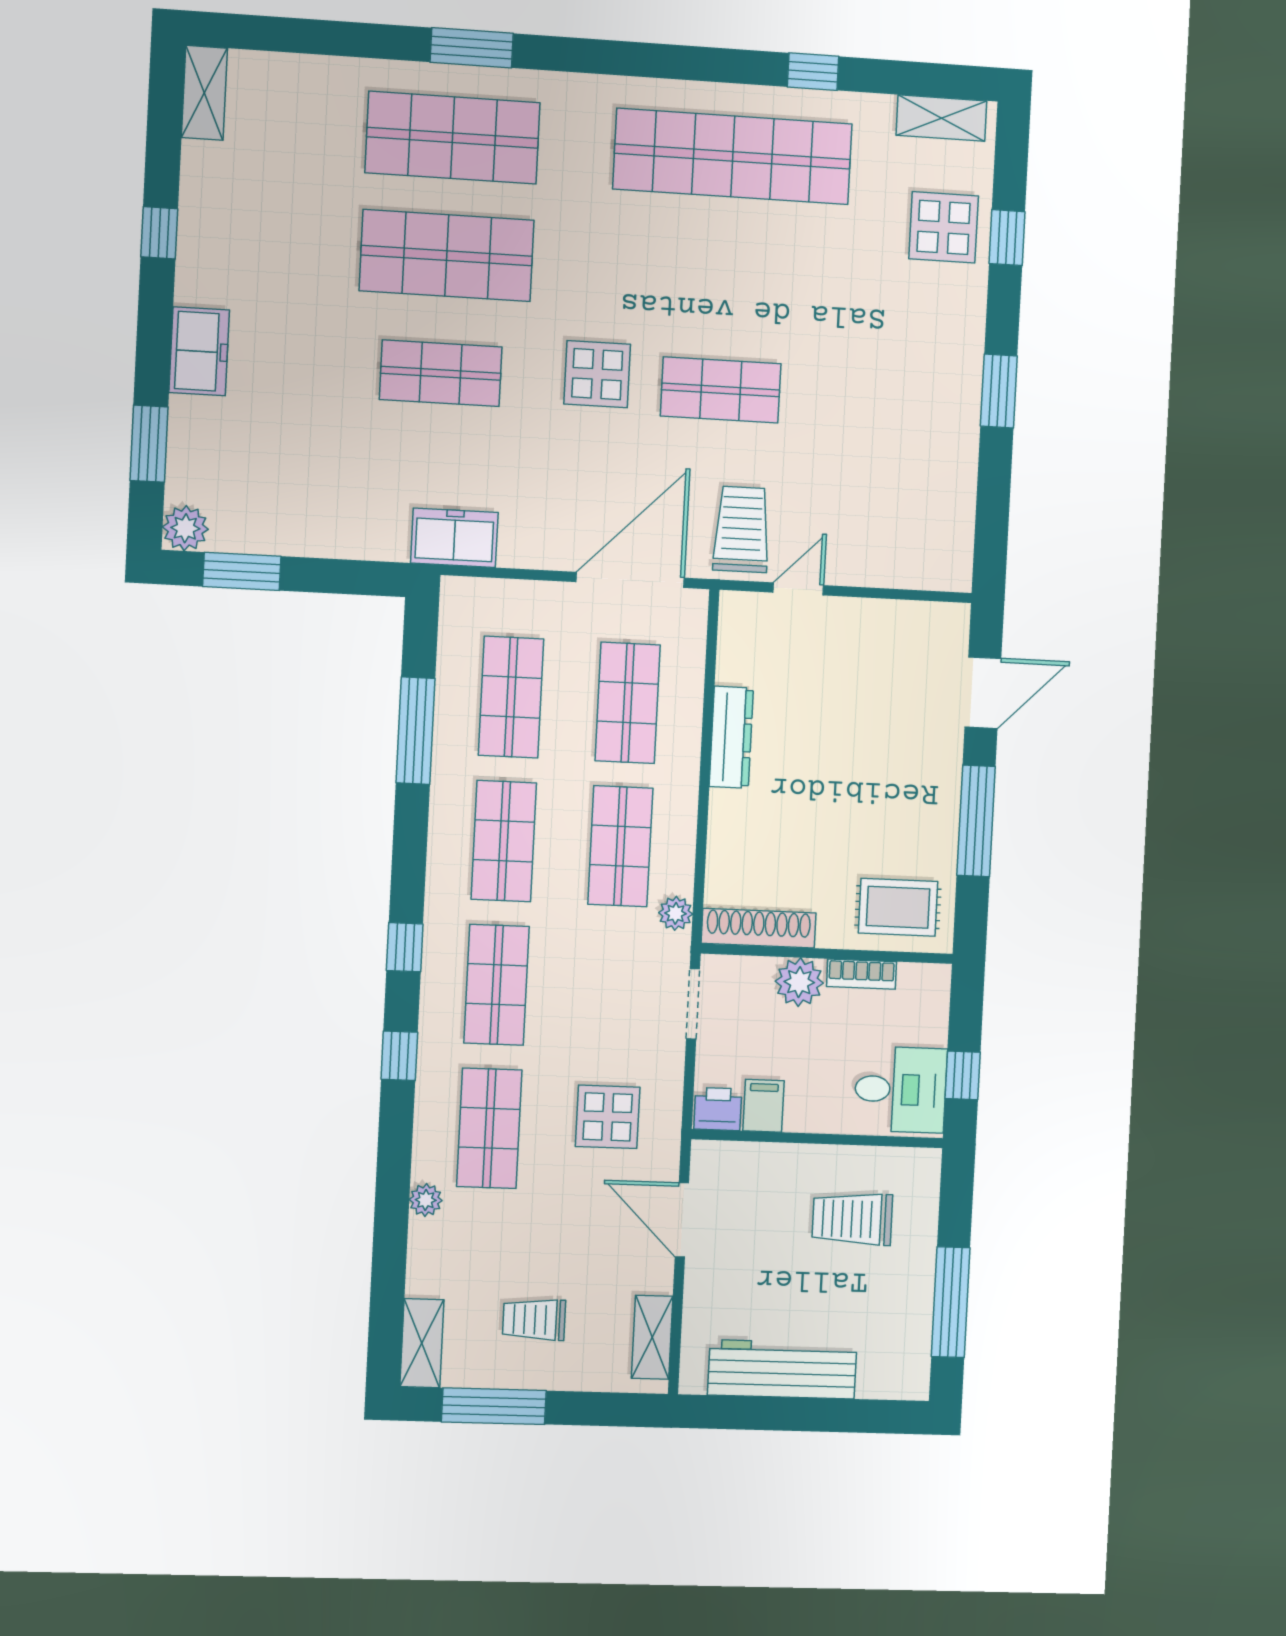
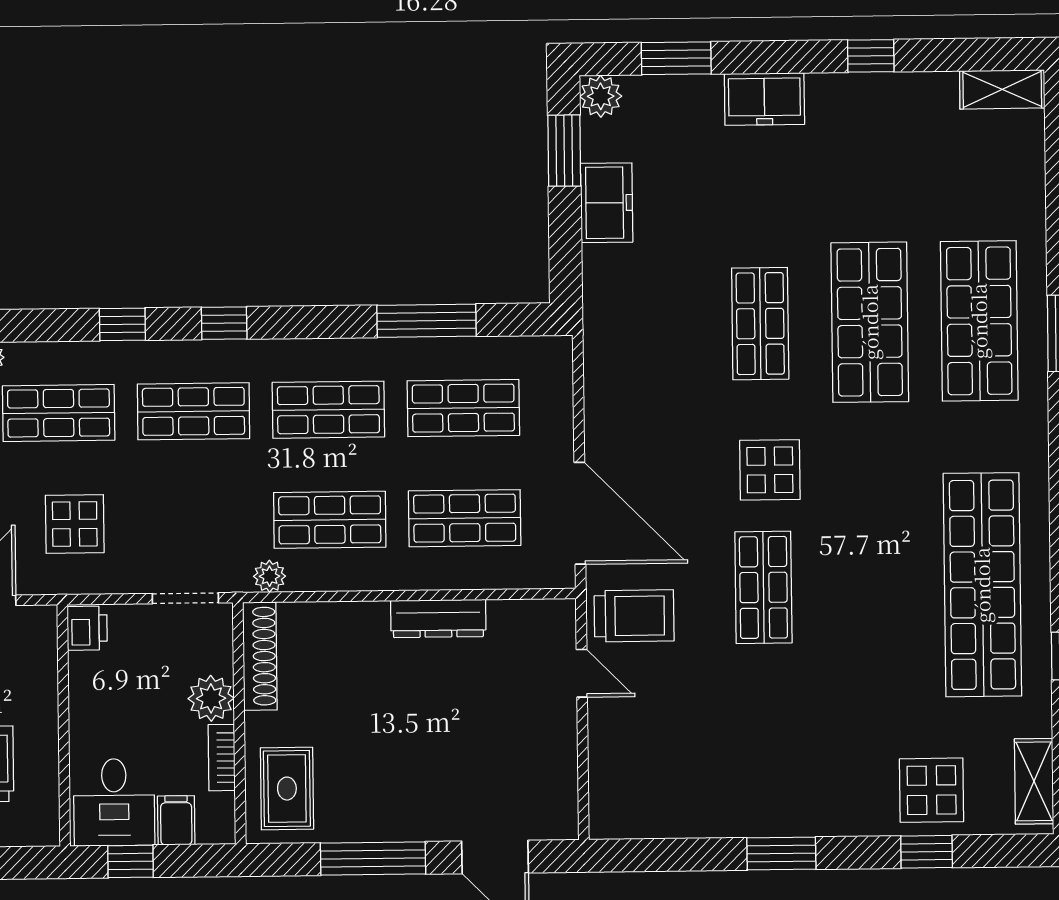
freezer: (454, 538) -> (607, 203), moved
filing cabinet: (763, 1106) -> (176, 820), moved, turned -90

